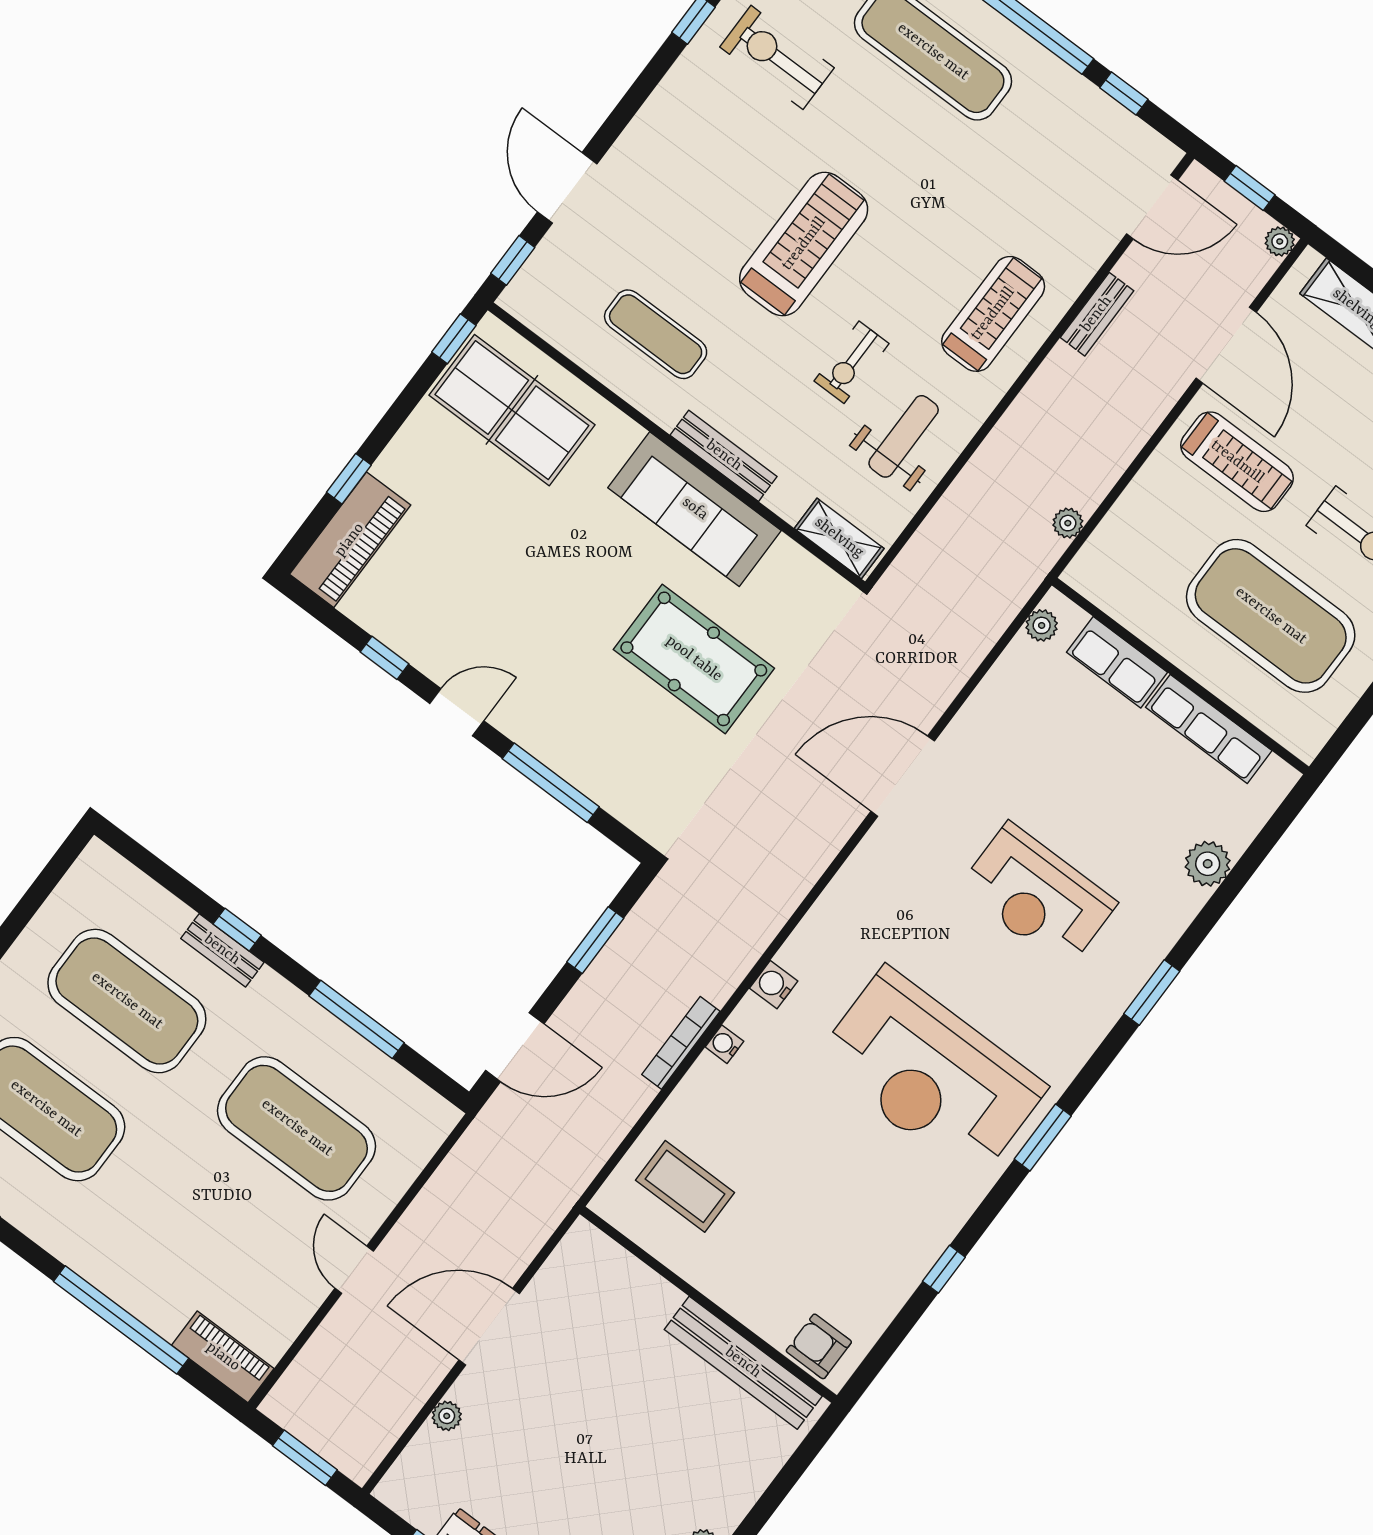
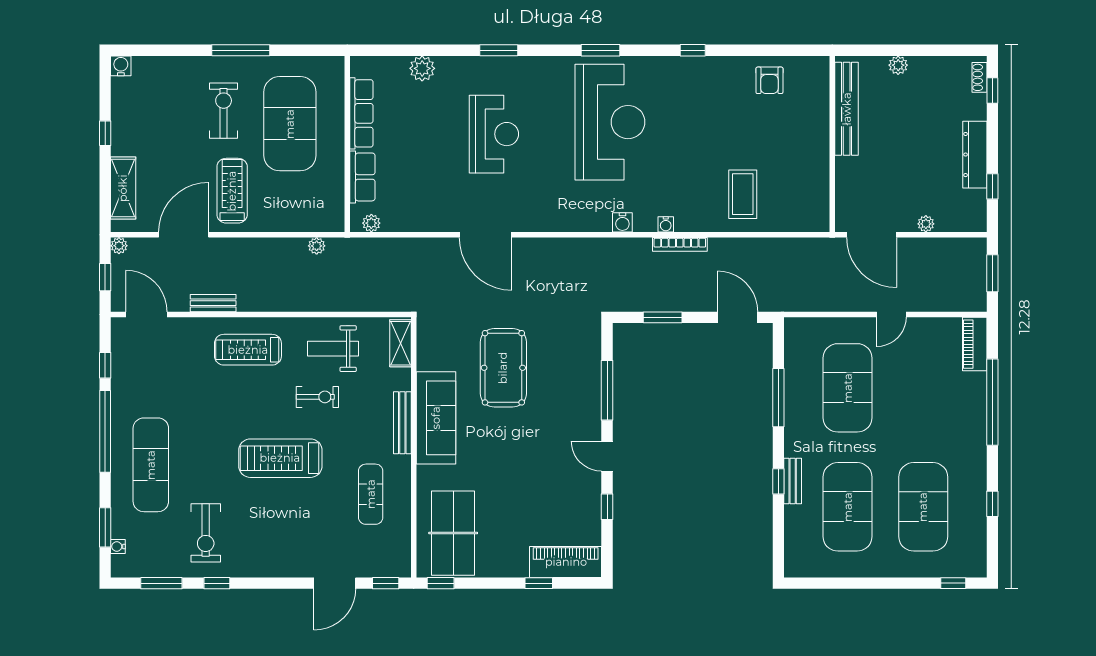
wall: (708, 1305) -> (832, 144), moved
bench: (743, 1363) -> (847, 109), moved

